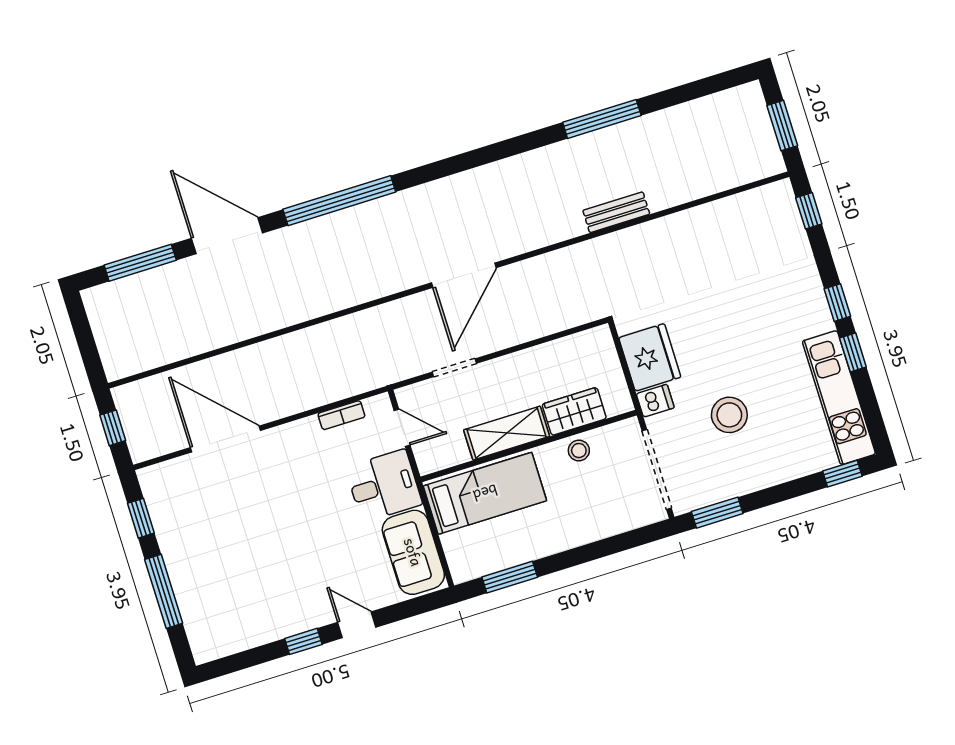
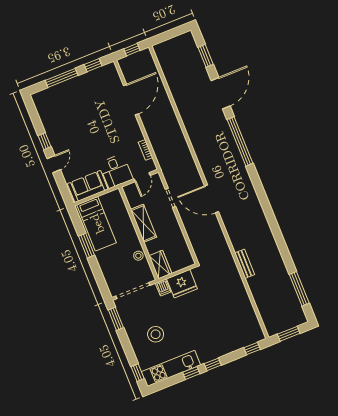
window: (602, 119) -> (299, 289), moved
window: (140, 263) -> (206, 56), width x0.69
wardrobe: (574, 411) -> (160, 265), moved
stool: (729, 415) -> (156, 334), moved
bed: (485, 493) -> (97, 224), moved
window: (510, 577) -> (87, 246), moved

